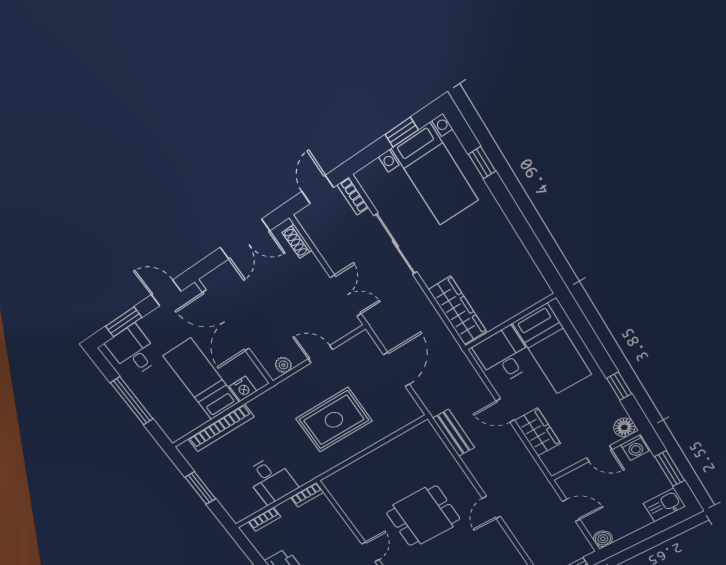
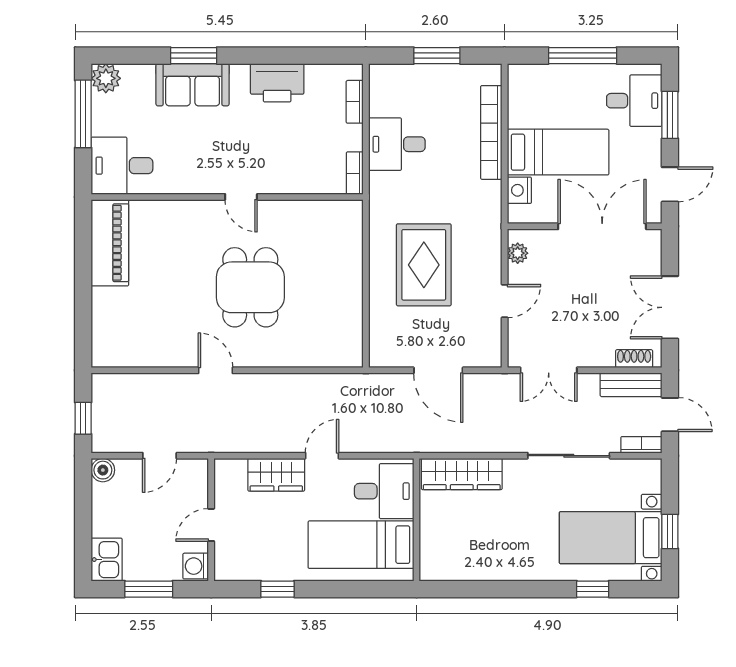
floor lamp: (624, 427) -> (227, 568), removed
bench: (454, 433) -> (631, 385), moved

